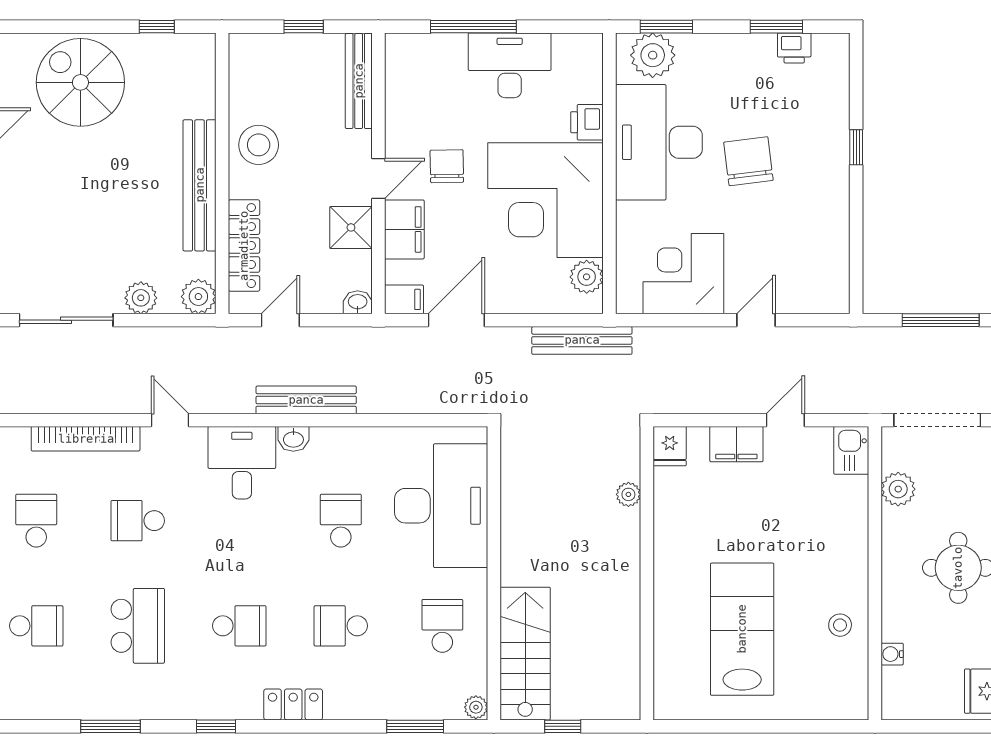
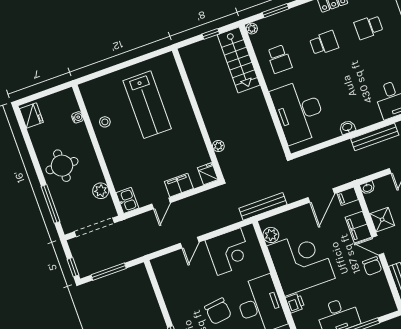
chair: (447, 166) -> (372, 266), moved
door: (378, 178) -> (378, 245), hinge flipped
washbasin: (293, 439) -> (347, 127), moved
school desk: (341, 521) -> (341, 89), removed

